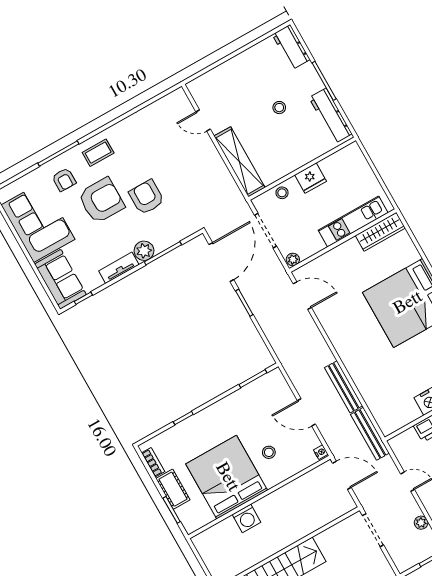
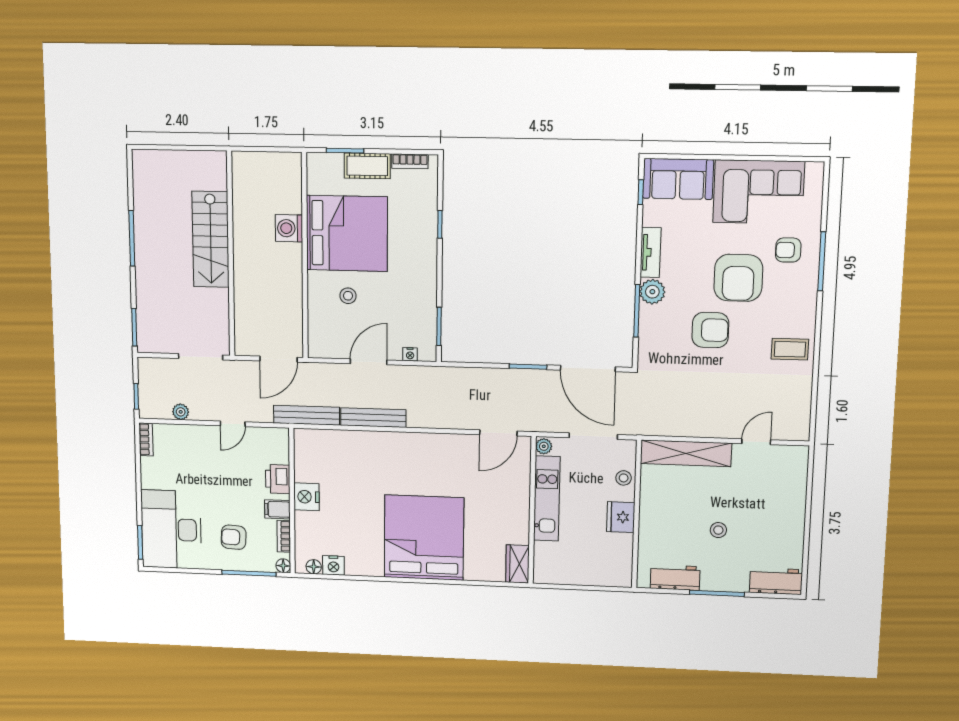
workbench: (330, 116) -> (675, 578), width x0.73
coffee table: (98, 153) -> (790, 349), moved, turned 90
kitchen unit: (353, 222) -> (547, 499), moved
wardrobe: (380, 232) -> (518, 564), width x0.67
nightstand: (321, 452) -> (410, 354), moved

